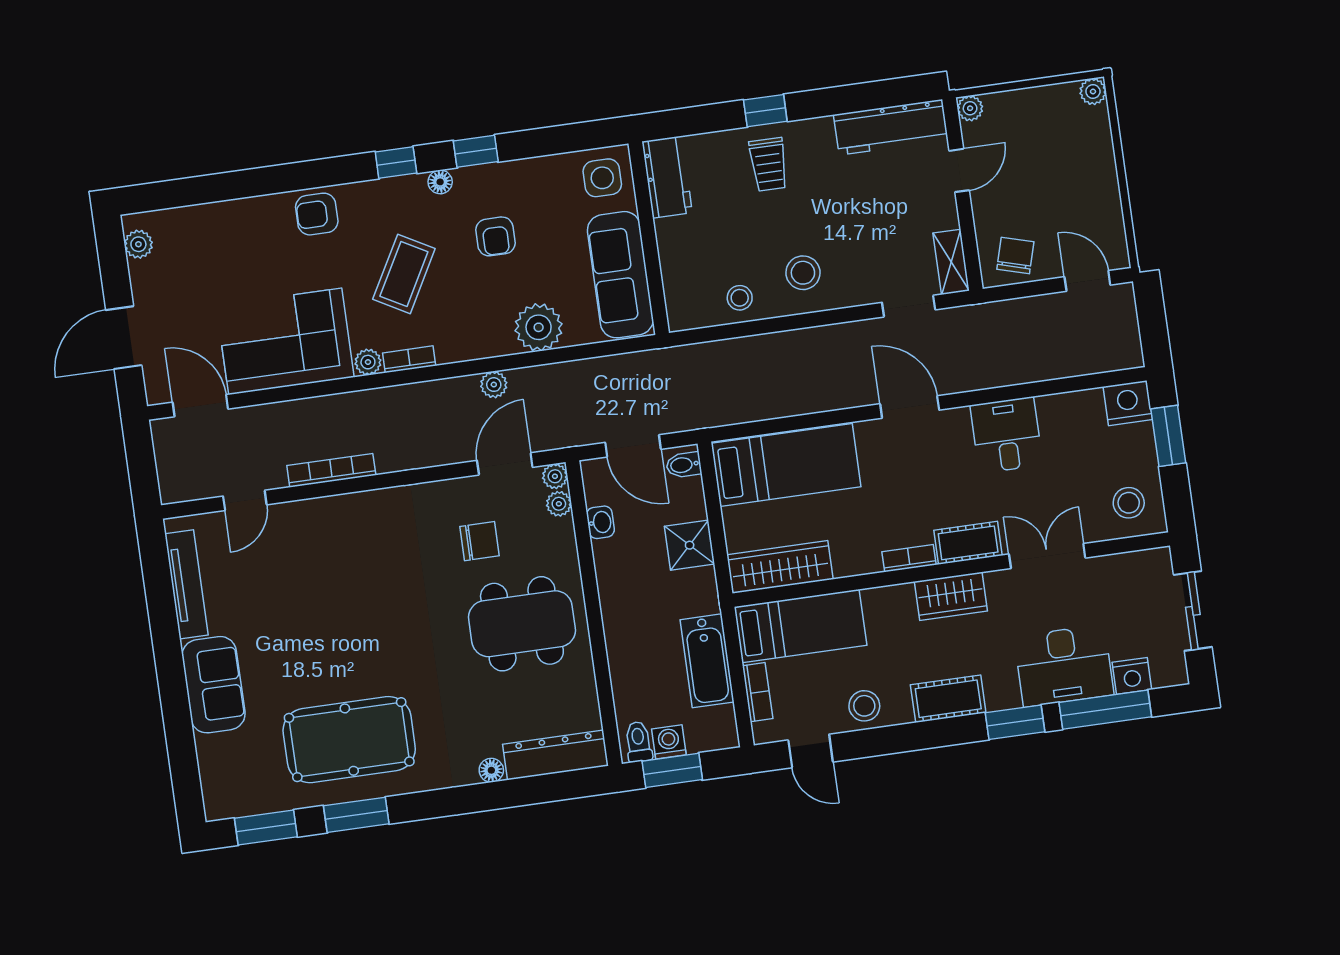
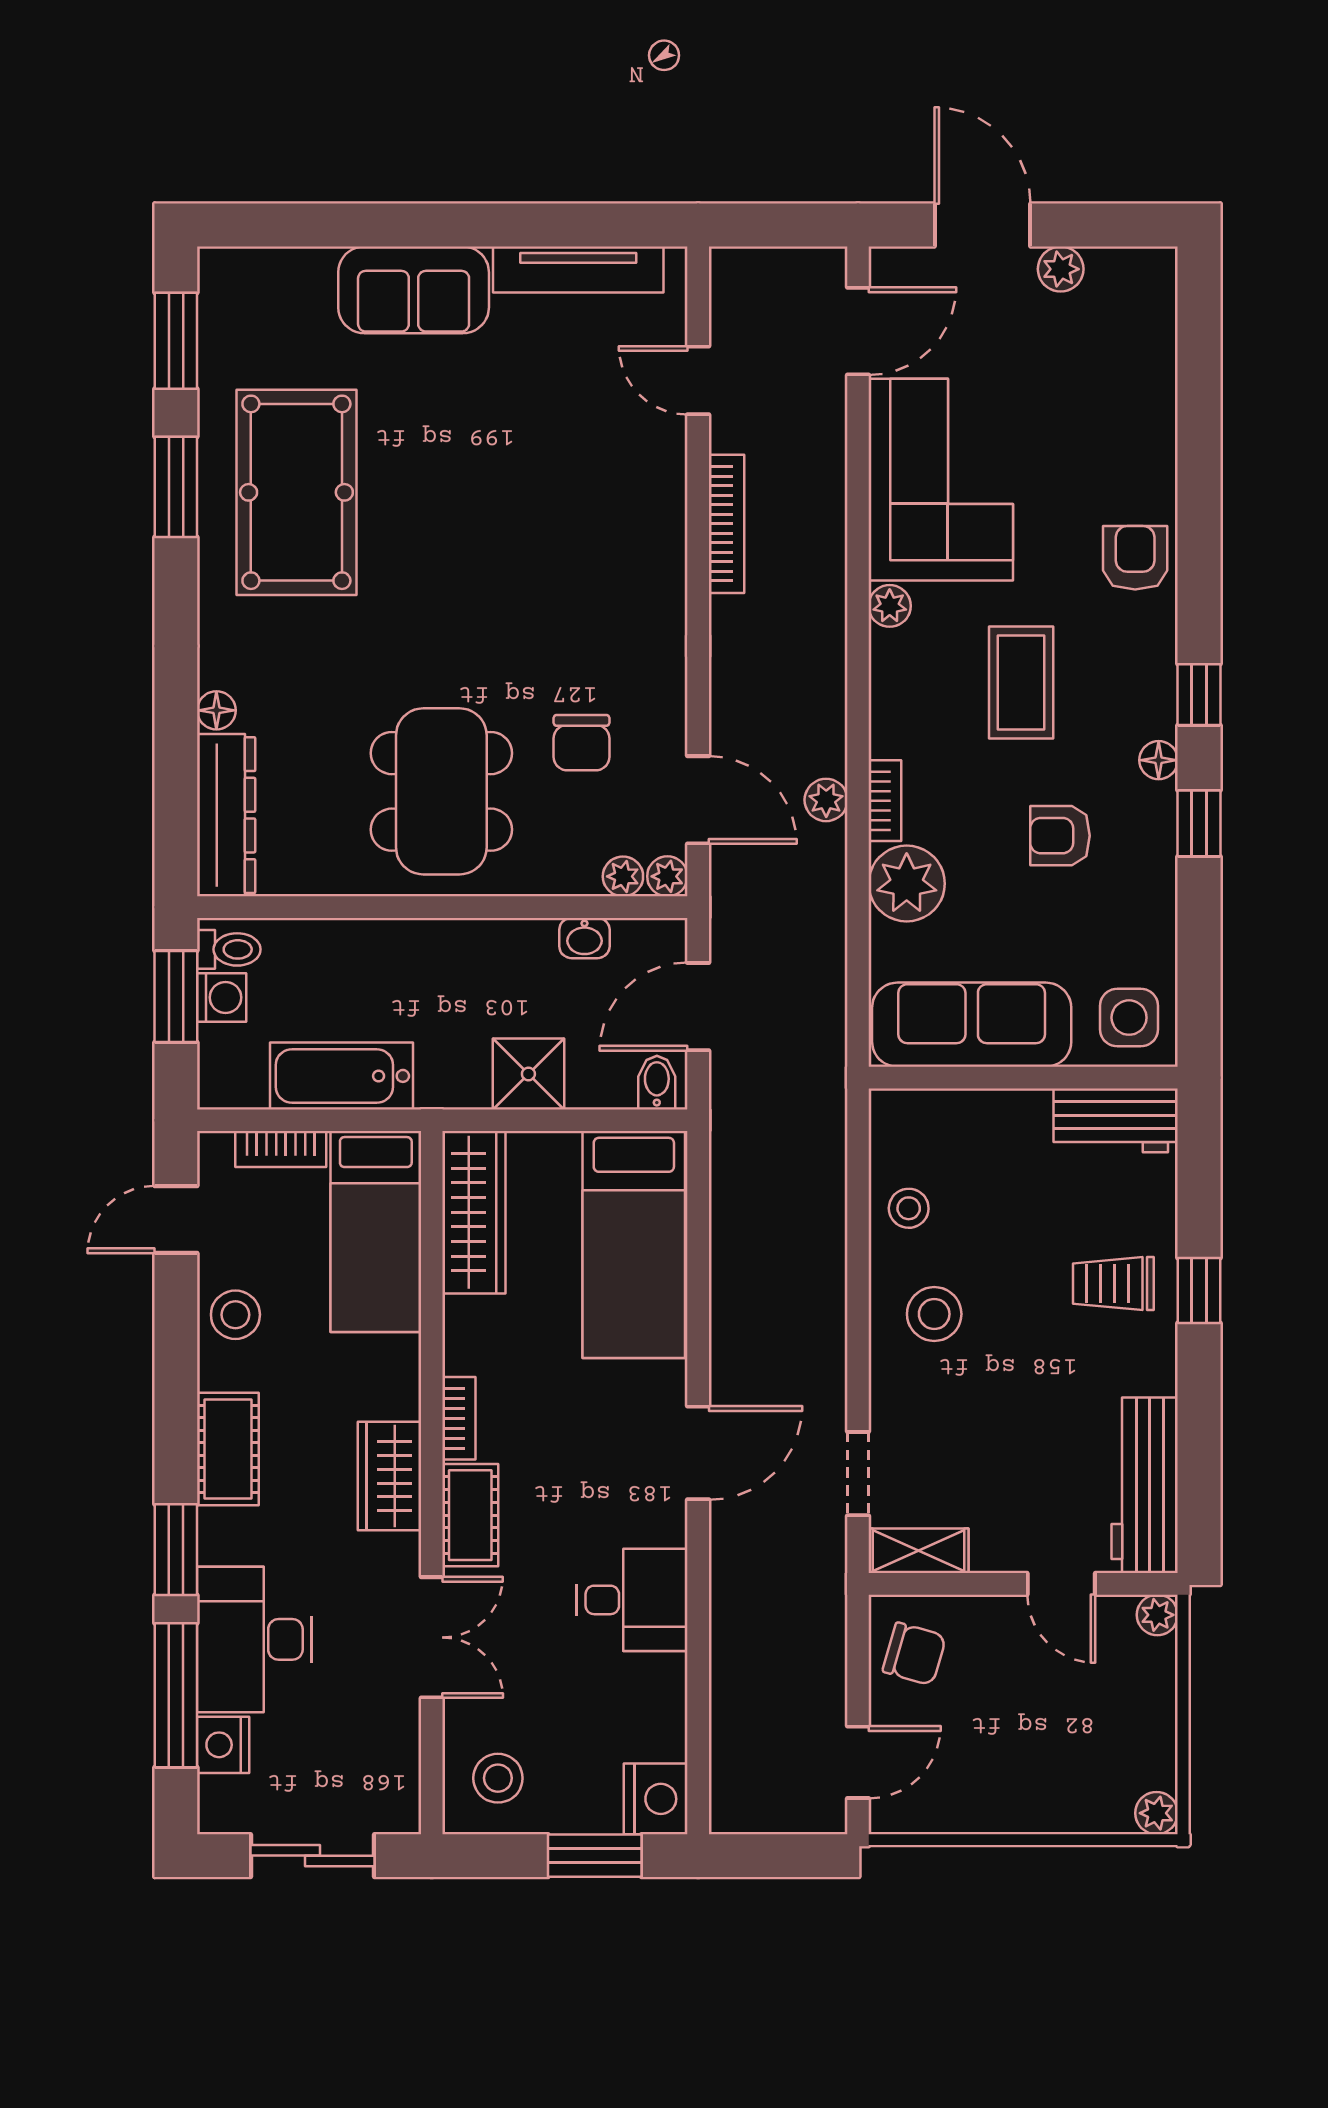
plant: (138, 244) -> (1061, 269), moved
coffee table: (404, 274) -> (1021, 682), turned 61
bookcase: (409, 359) -> (885, 801), moved

